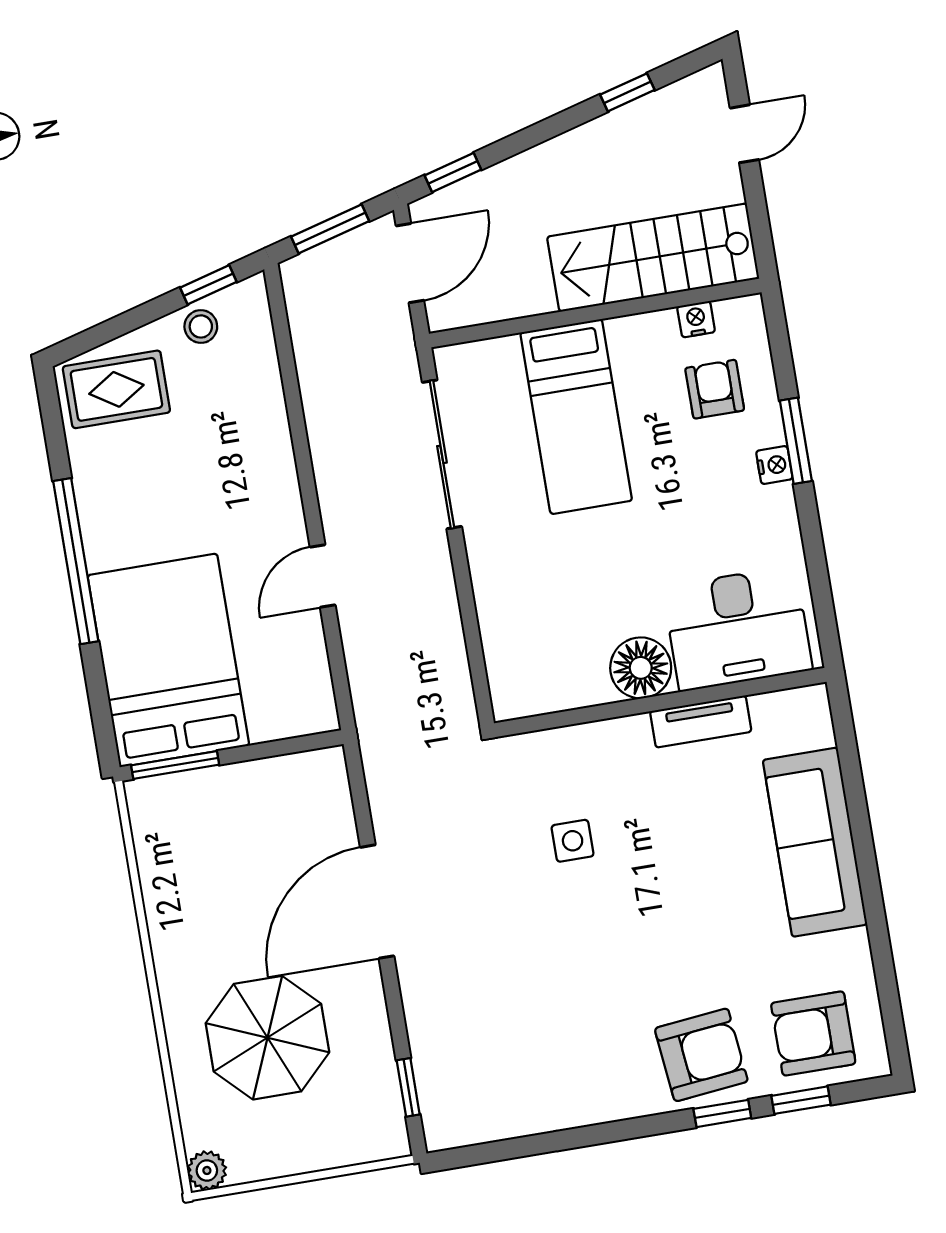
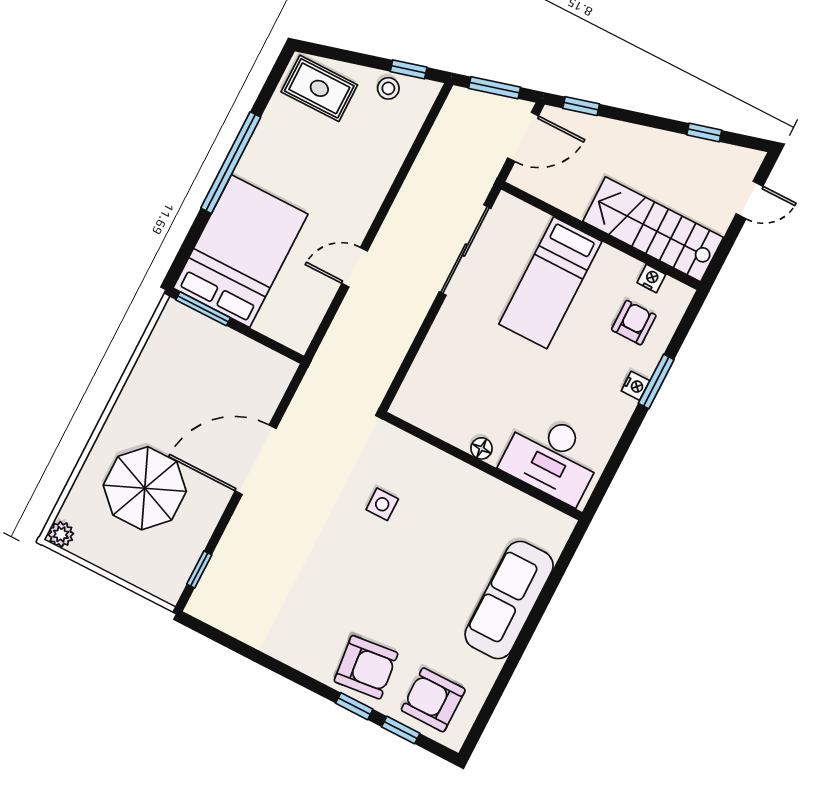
floor lamp: (641, 668) -> (481, 448), width x0.53, depth x0.53
tv unit: (701, 721) -> (496, 492), removed

